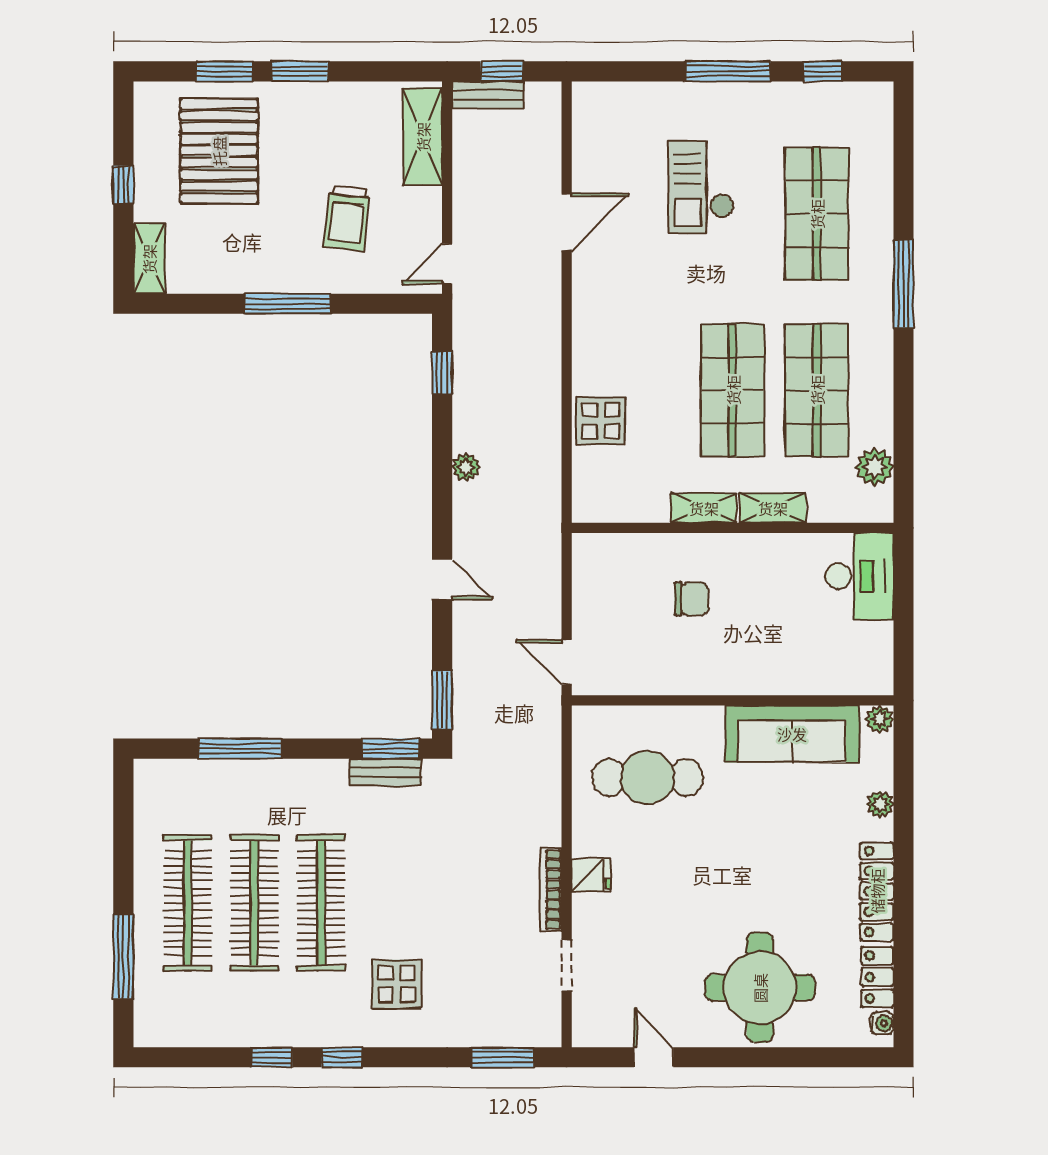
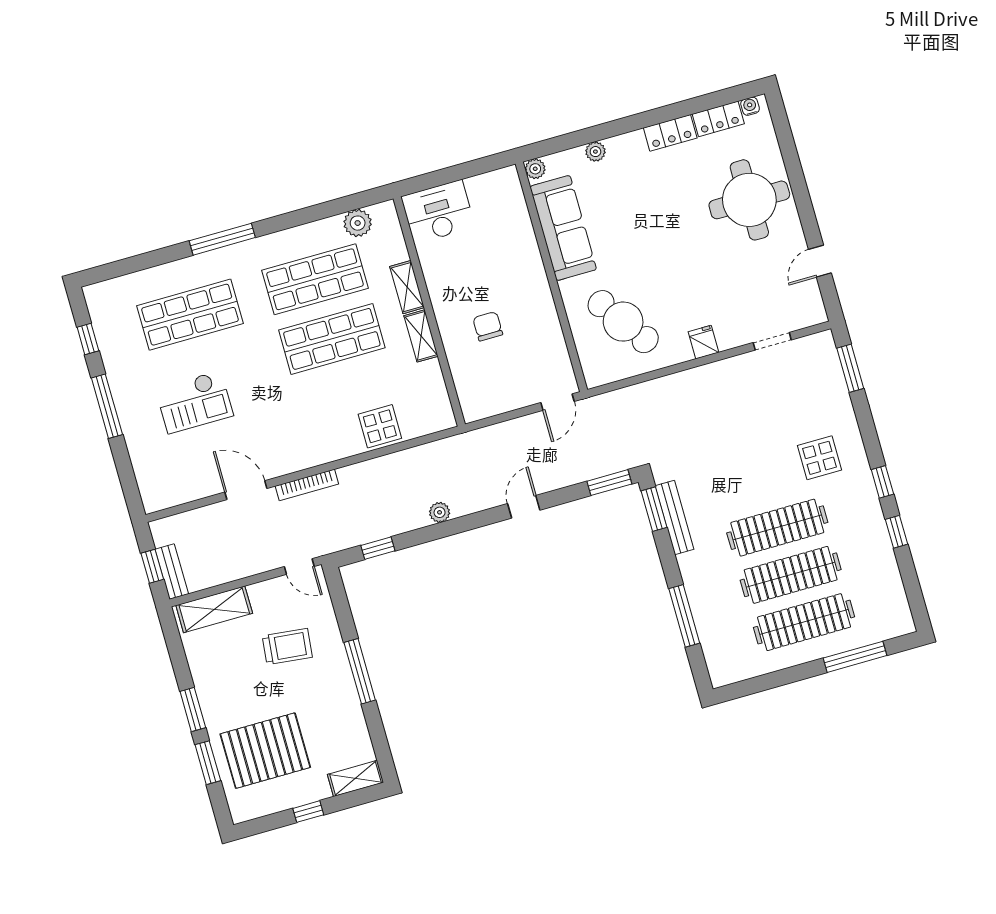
bench: (385, 772) -> (674, 518), width x1.36
cafe table: (648, 778) -> (623, 322), turned -35
bookcase: (551, 890) -> (307, 485), moved
locker: (877, 891) -> (670, 133), width x0.66

